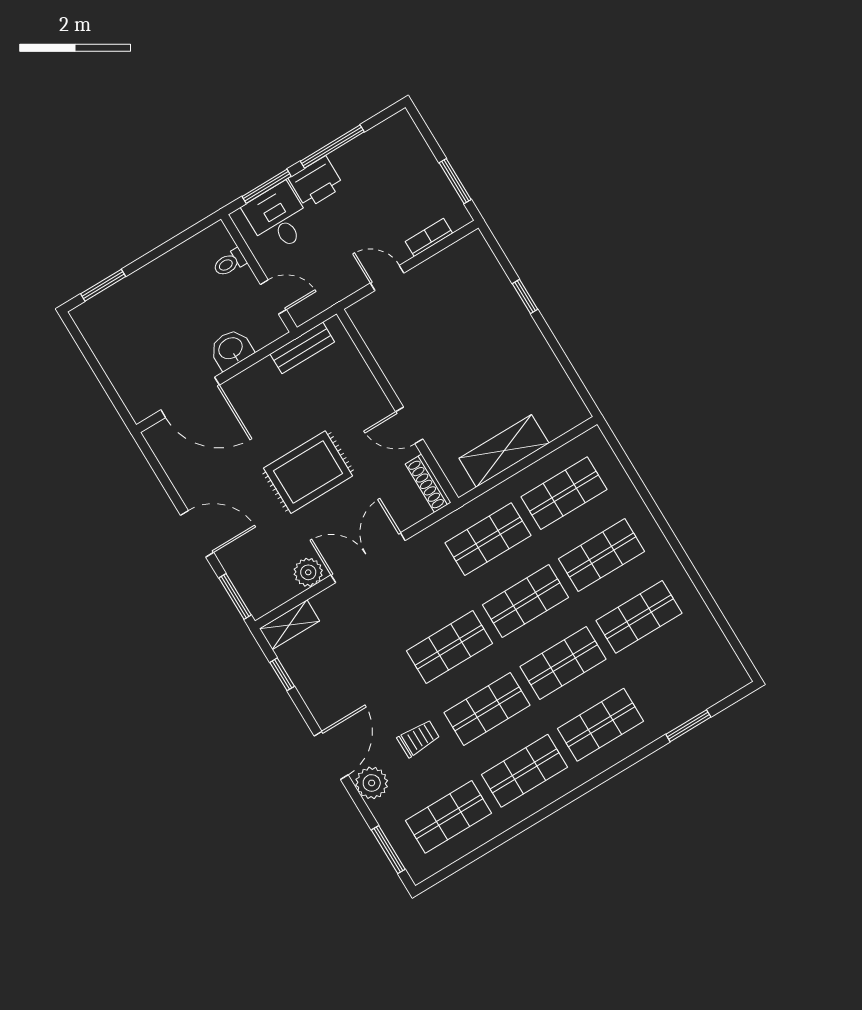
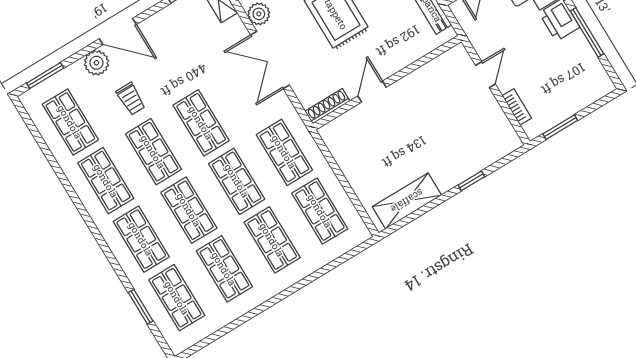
shelving: (504, 451) -> (407, 201), moved, turned 90
double door: (368, 558) -> (270, 60), swing flipped
shop shelf: (676, 679) -> (177, 298), added

